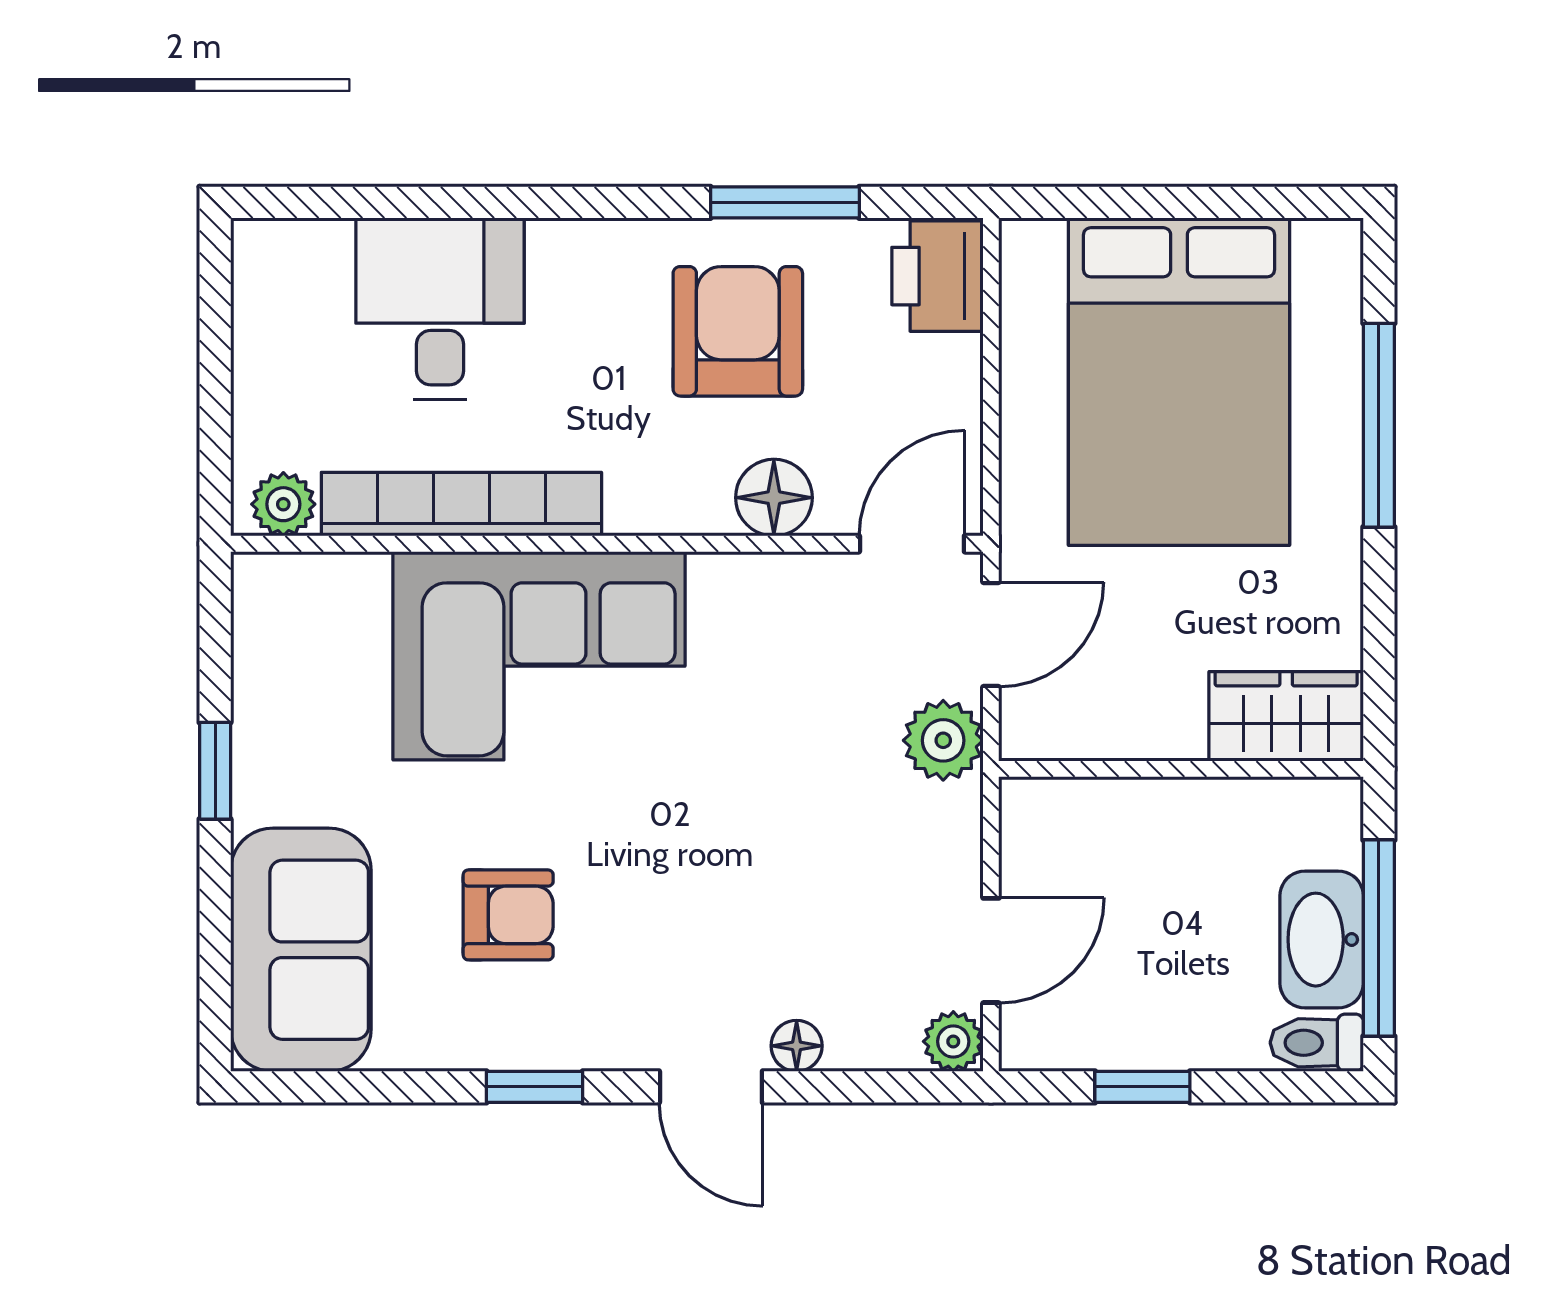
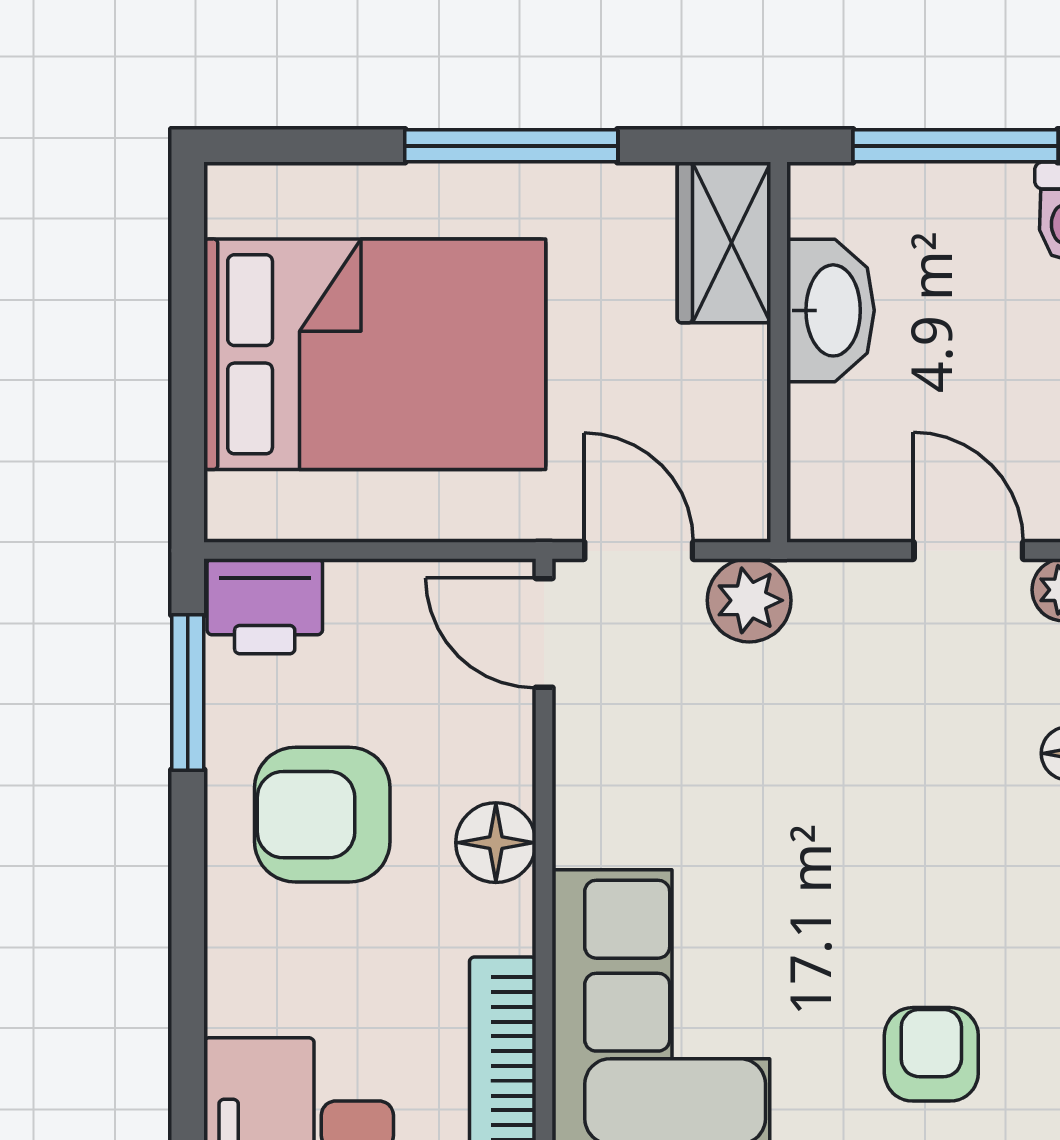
window: (785, 202) -> (188, 692), moved
window: (1379, 425) -> (511, 146), moved
floor lamp: (774, 498) -> (496, 843), moved
washbasin: (1322, 940) -> (831, 310), moved, turned -90

